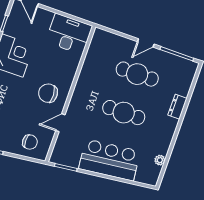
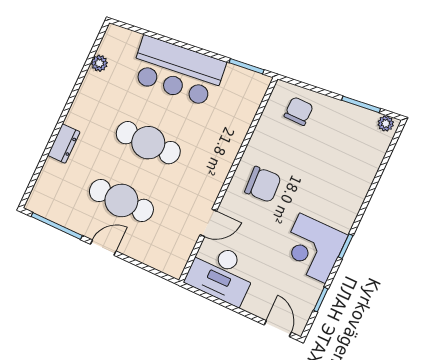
door: (60, 123) -> (208, 223), moved
chair: (30, 142) -> (299, 111), turned 90

